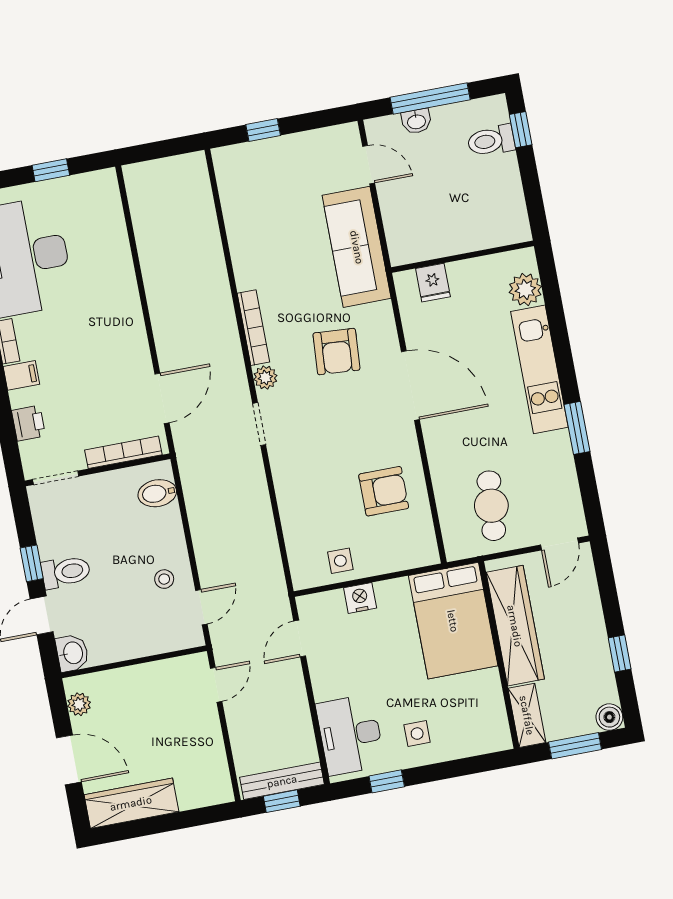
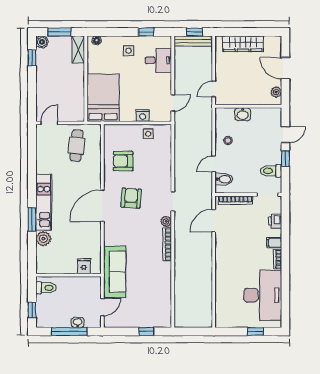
toilet: (491, 141) -> (46, 288), moved
door: (369, 165) -> (102, 307), swing flipped
window: (51, 170) -> (255, 331), moved
wall: (462, 257) -> (68, 275), moved
fridge: (433, 283) -> (84, 266), moved
armchair: (336, 352) -> (131, 198), moved
door: (410, 386) -> (102, 206), hinge flipped
window: (577, 428) -> (32, 219), moved
toilet: (66, 572) -> (271, 171), moved
door: (201, 607) -> (214, 164), moved
wardrobe: (515, 626) -> (76, 90), removed
washbasin: (72, 653) -> (243, 114), moved, turned -90
window: (620, 654) -> (32, 58), moved
desk: (350, 735) -> (158, 60), width x0.73
floor lamp: (491, 743) -> (97, 40), added
wardrobe: (131, 803) -> (243, 44), moved

